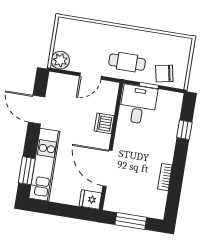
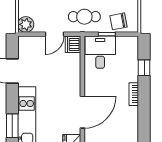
dishwasher: (104, 123) -> (73, 44), moved
door: (108, 168) -> (82, 112), swing flipped
bookcase: (165, 177) -> (134, 94), moved

